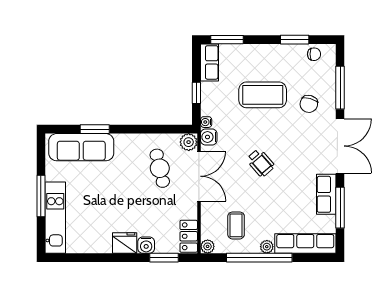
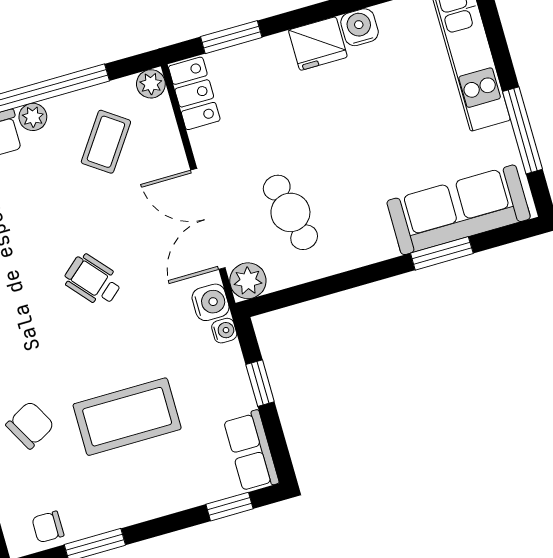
window: (227, 40) -> (229, 507), width x0.67
chair: (309, 104) -> (30, 425), turned 45
window: (41, 196) -> (523, 130), moved
coffee table: (236, 225) -> (106, 142), turned 35
water cooler: (146, 245) -> (360, 27), moved

